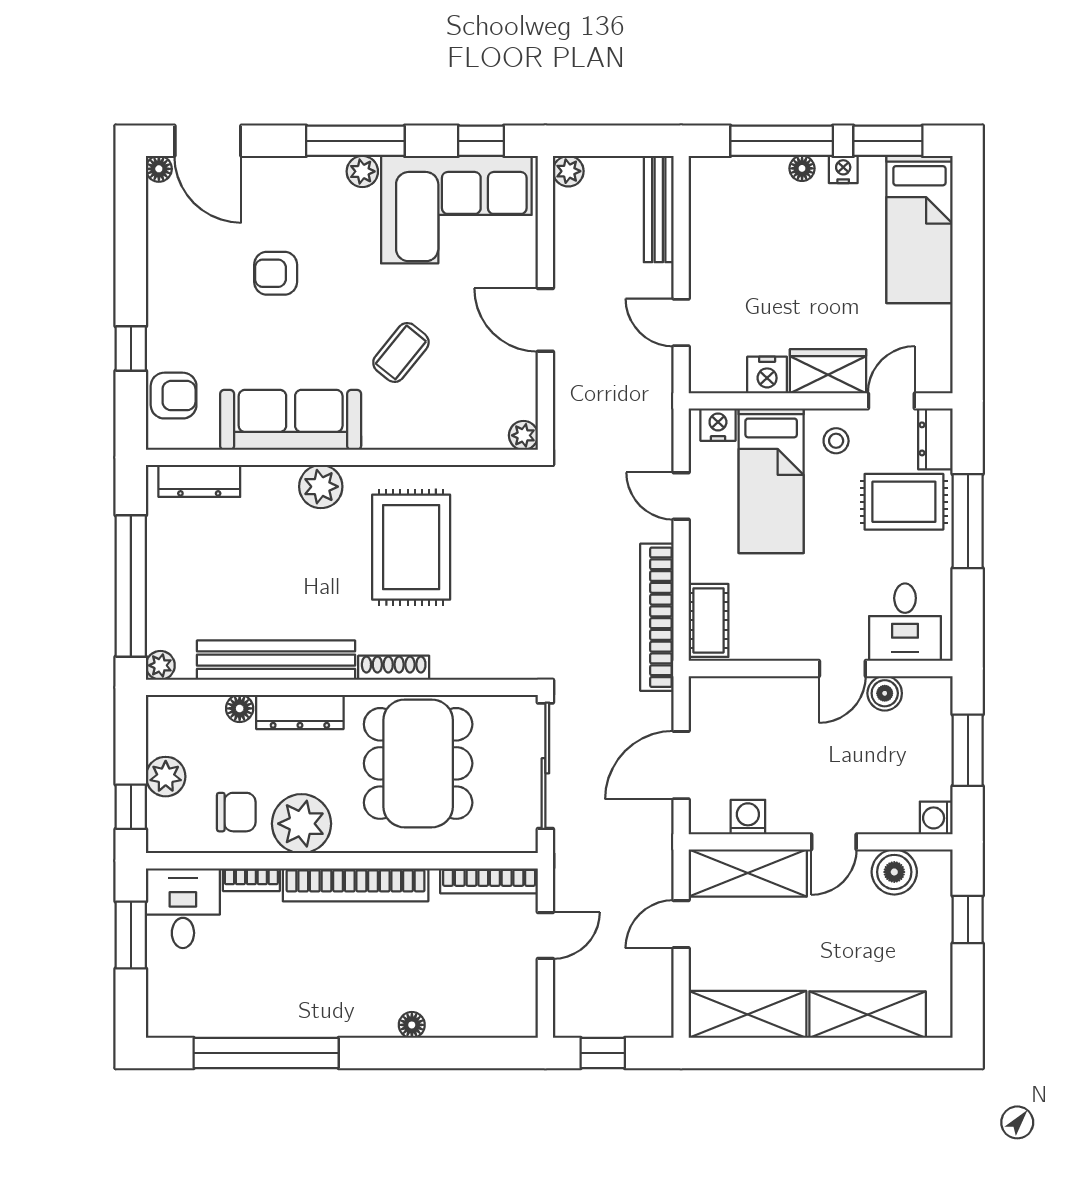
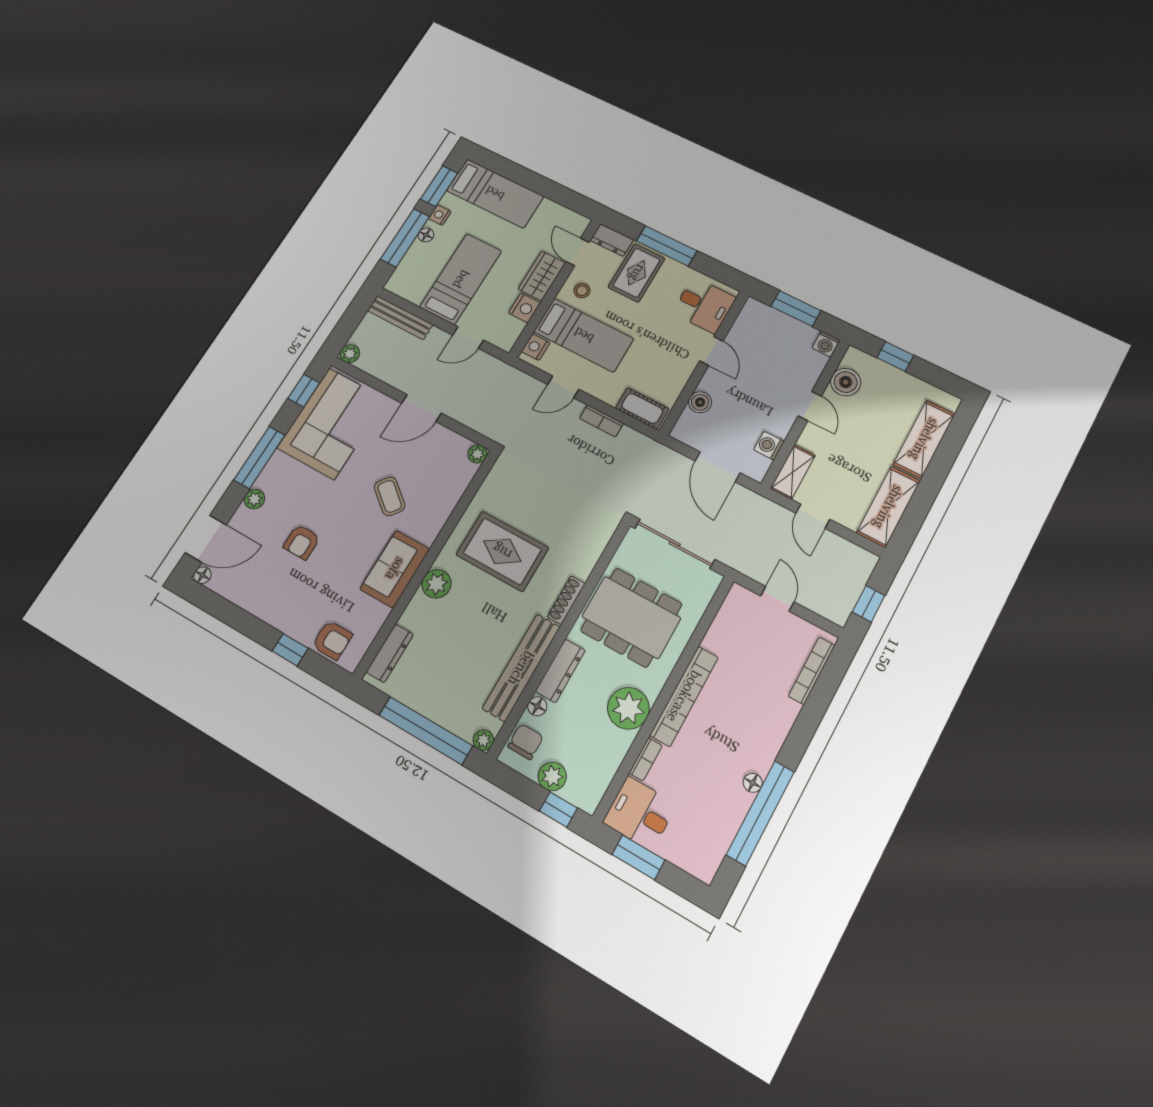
plant: (362, 171) -> (254, 499), moved
bed: (762, 259) -> (461, 279), added
armchair: (174, 396) -> (332, 640), turned 90
sofa: (291, 420) -> (395, 569), width x0.73
bookcase: (657, 617) -> (601, 421), width x0.43, depth x0.76
boiler: (885, 693) -> (700, 402), moved
chair: (236, 812) -> (526, 742), moved
shelving: (748, 873) -> (793, 472), width x0.67, depth x0.75
bookcase: (489, 881) -> (812, 671), moved, turned 180
floor lamp: (412, 1025) -> (753, 783), moved

